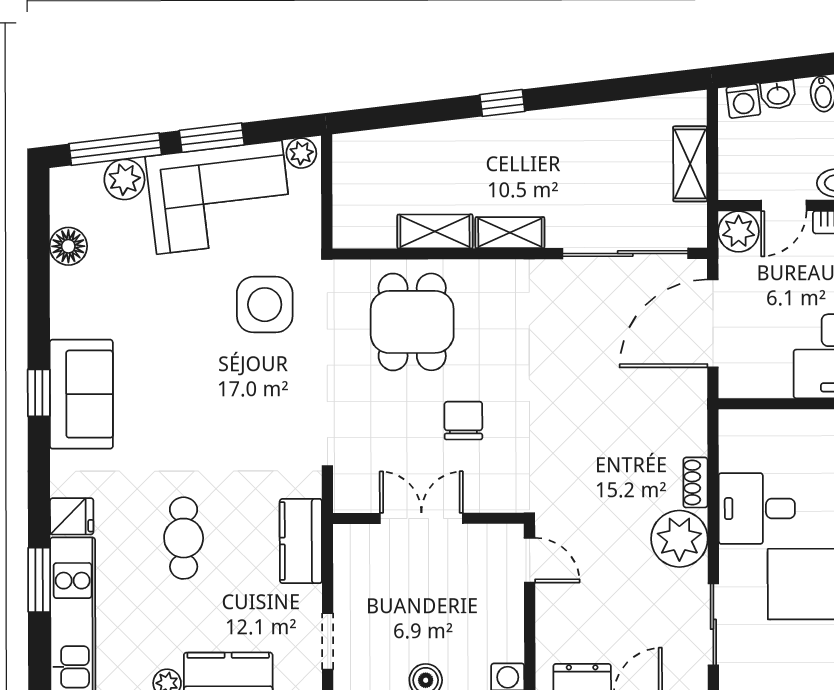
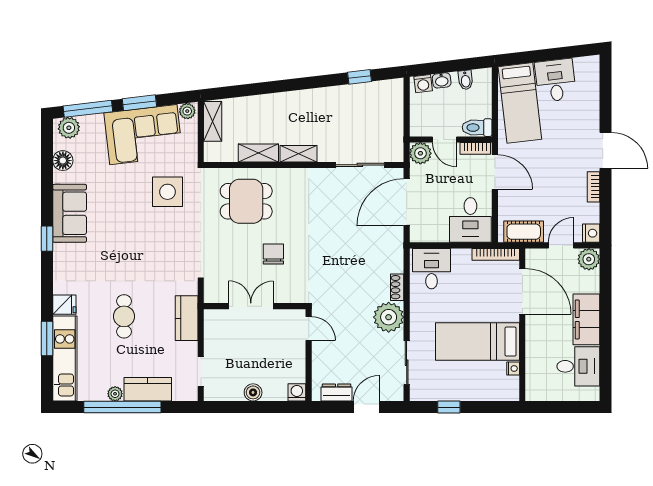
window: (502, 103) -> (360, 77), moved
shelving: (690, 164) -> (213, 121), moved
plant: (124, 179) -> (69, 128), moved
door: (784, 205) -> (445, 139), hinge flipped
sliding door: (625, 253) -> (360, 165), width x0.73
dining table: (412, 322) -> (246, 201), turned 90
sofa: (81, 394) -> (70, 213), moved
desk: (757, 508) -> (432, 269), moved, turned 90

